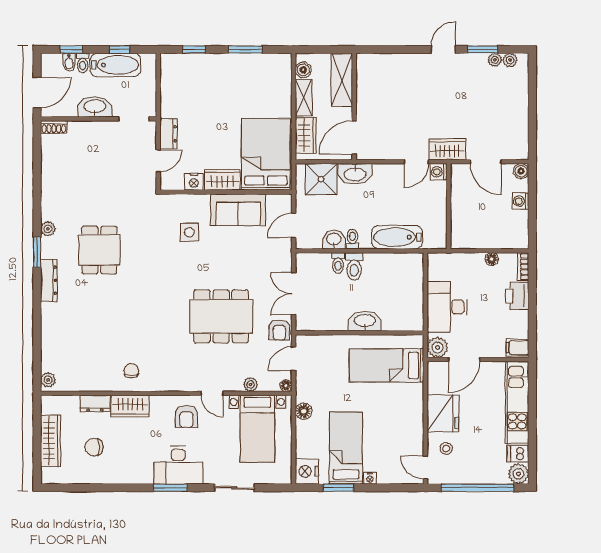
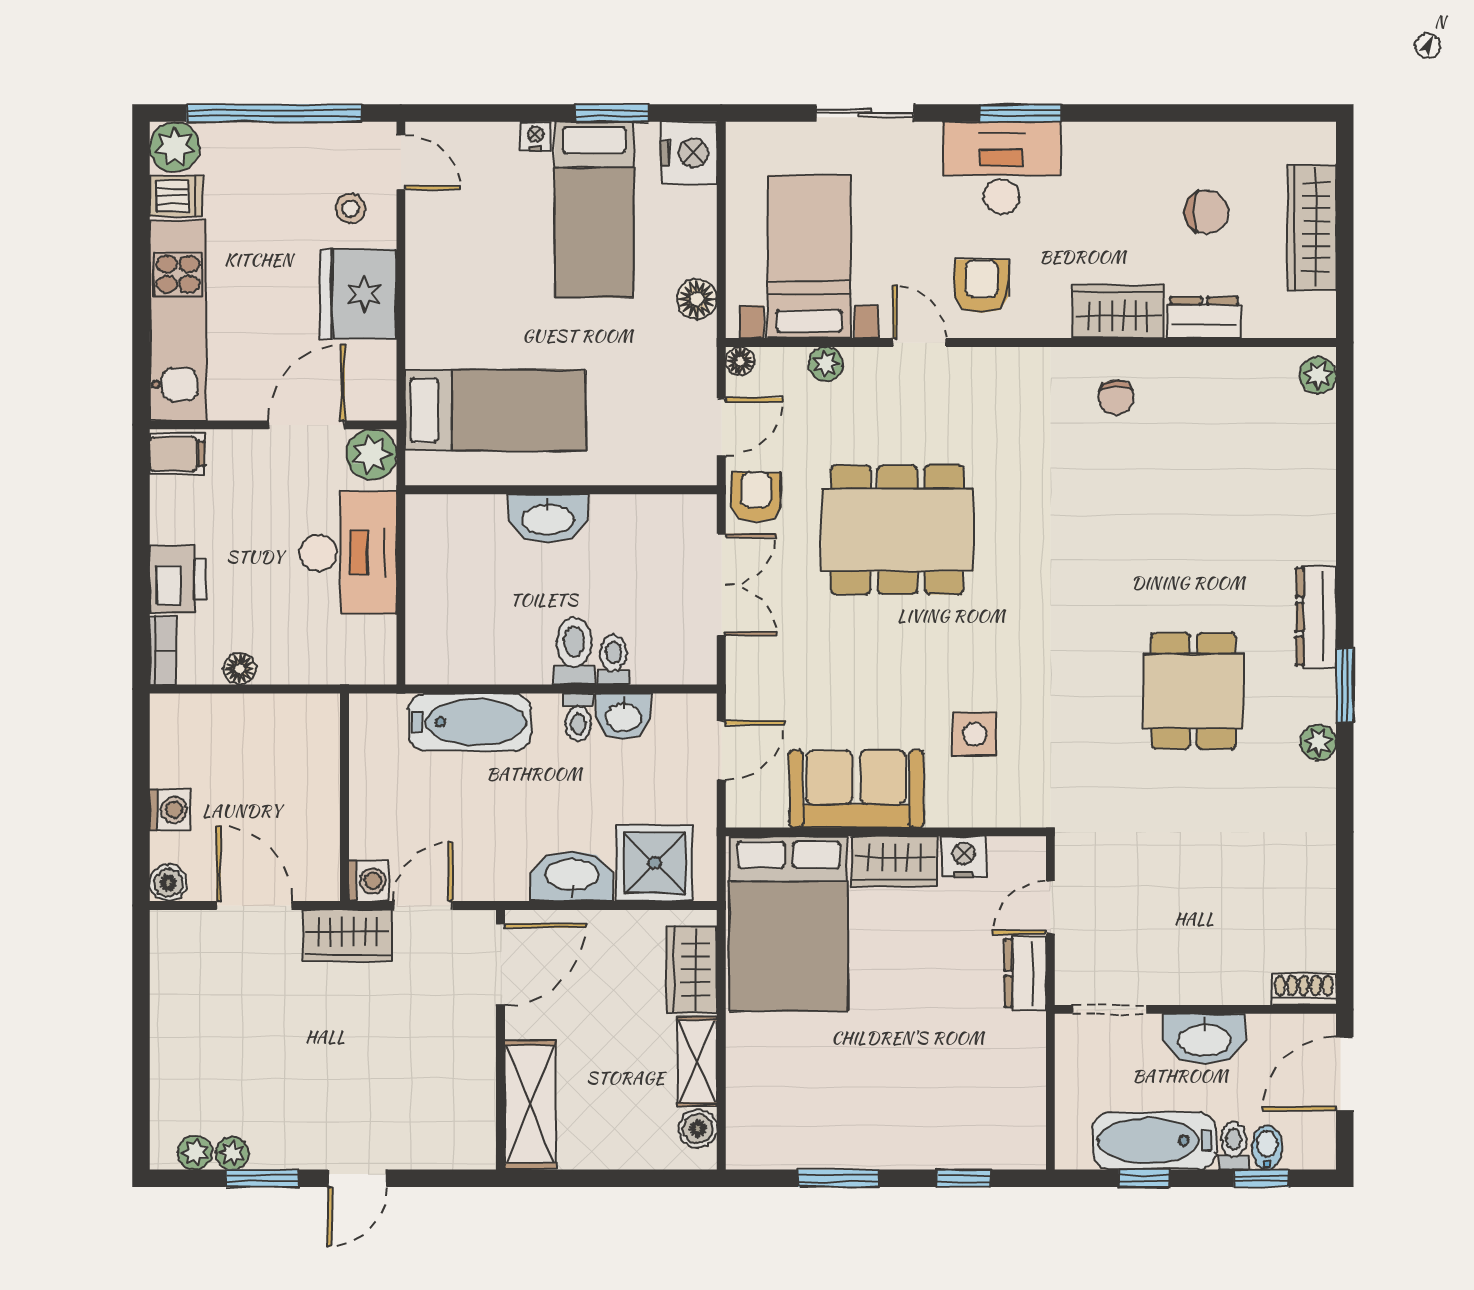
shelving: (342, 80) -> (530, 1104), moved
wall: (354, 106) -> (500, 1040), moved
door: (354, 138) -> (500, 964), moved

